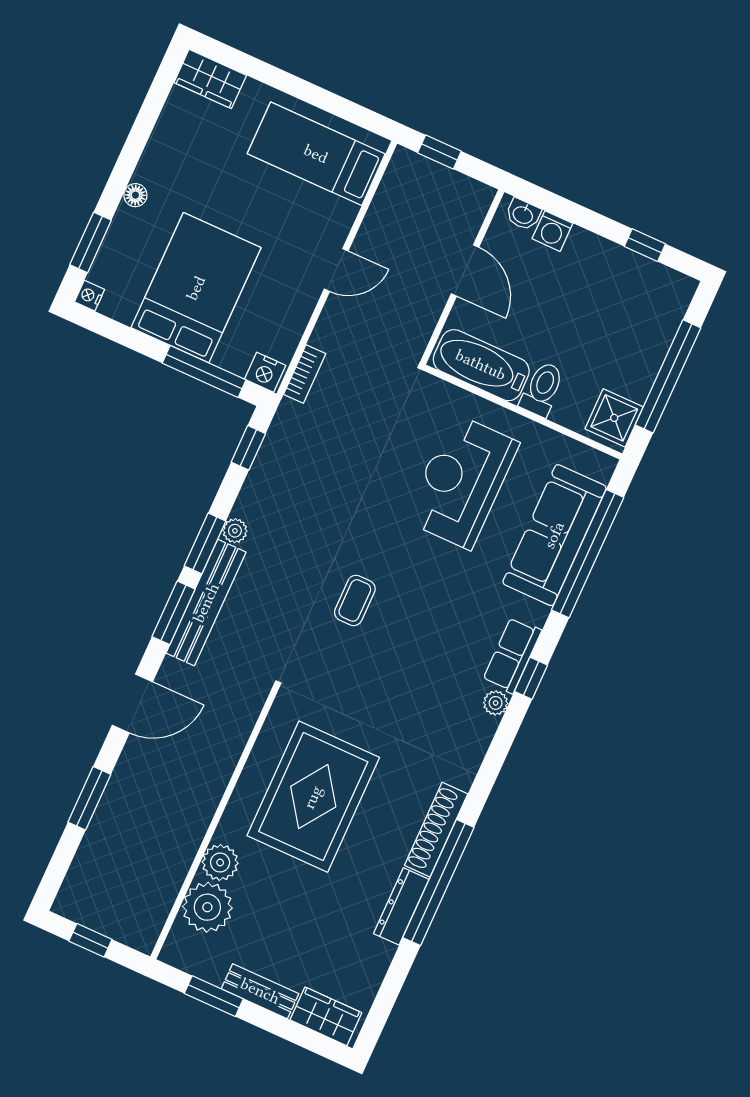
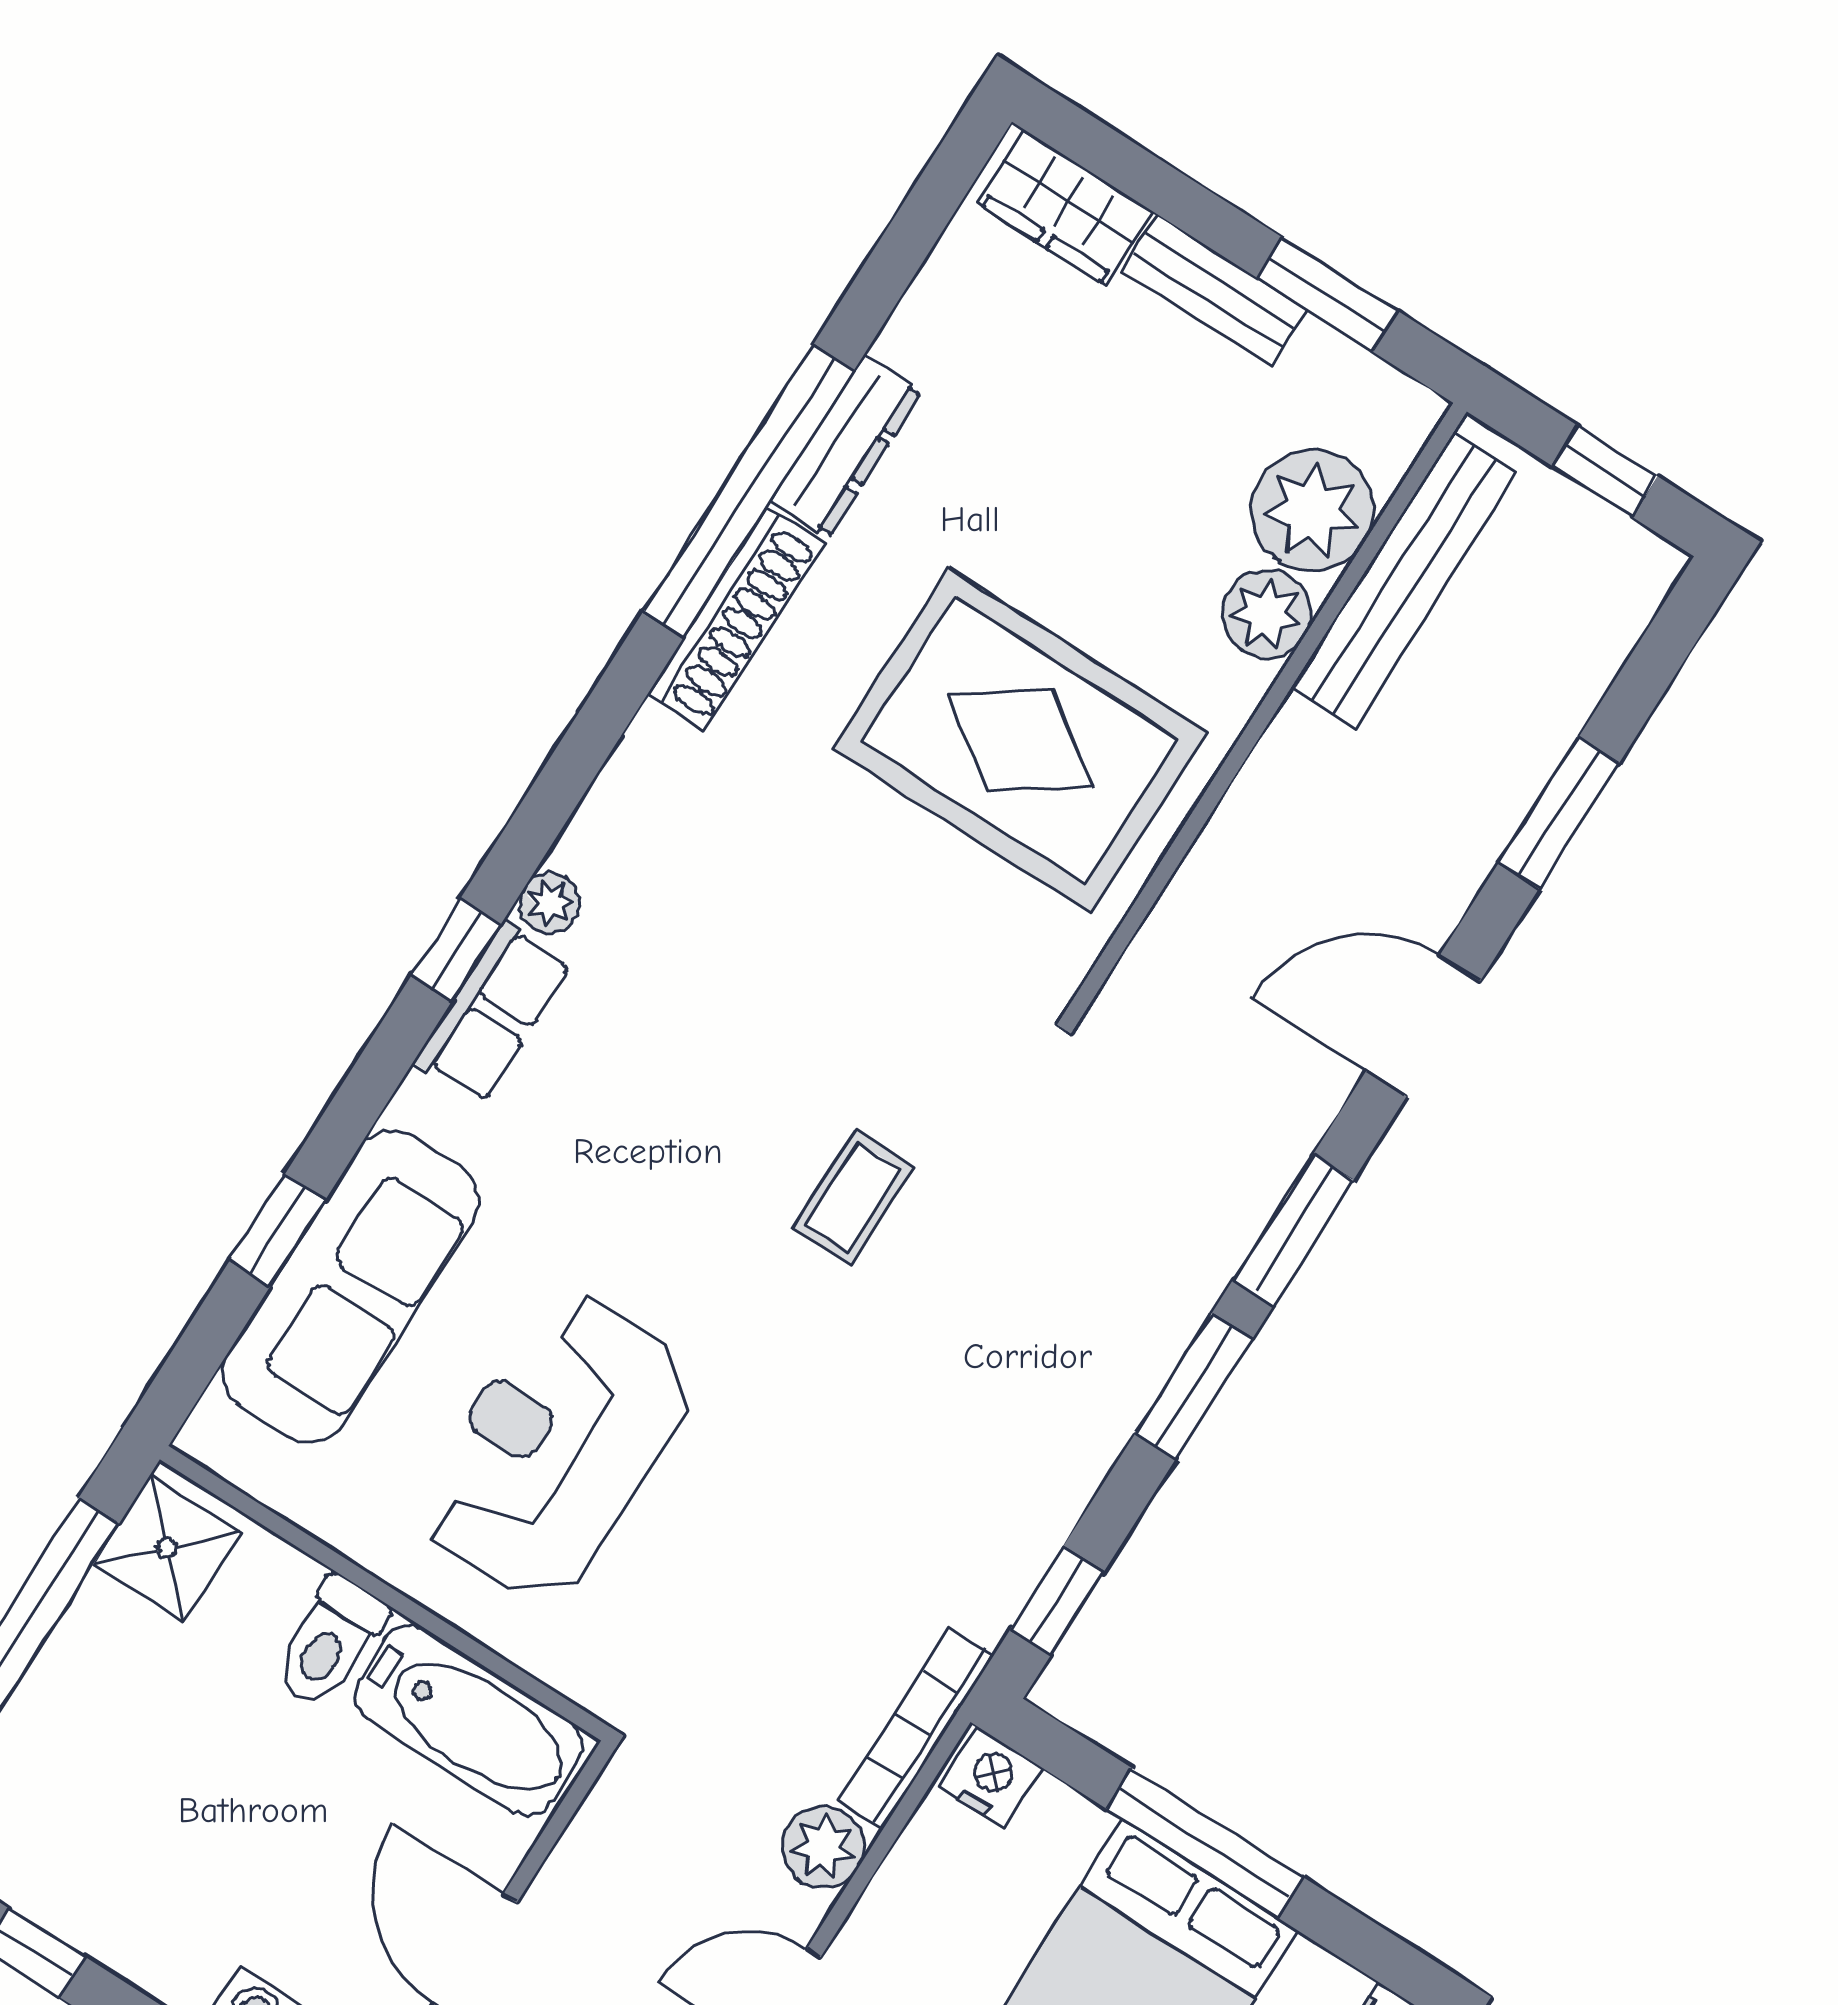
window: (204, 372) -> (1205, 1843), moved
bookcase: (305, 374) -> (916, 1728), width x1.56
reception desk: (462, 481) -> (555, 1447), turned 180
plant: (235, 531) -> (823, 1847), moved, width x1.38, depth x1.38
window: (588, 554) -> (277, 1231), width x0.32
bench: (206, 603) -> (1404, 580), moved
rug: (313, 797) -> (1020, 740), turned 90

